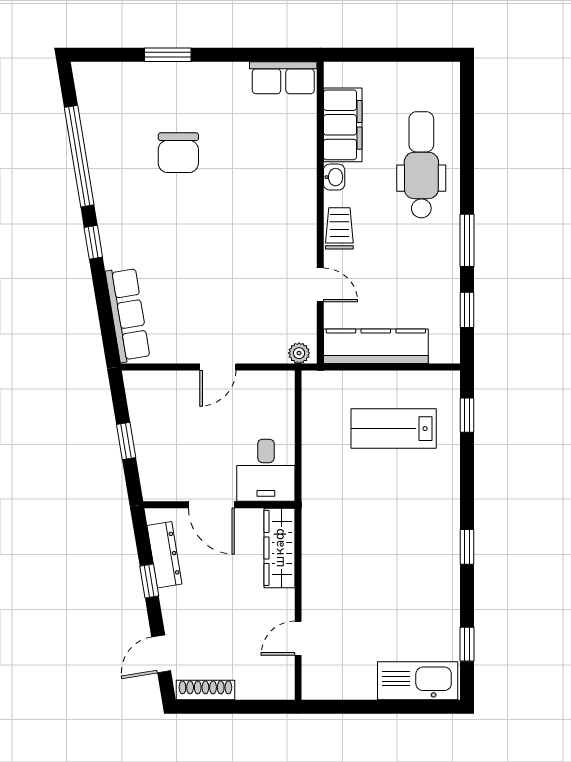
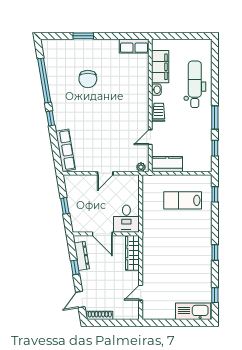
door: (320, 285) -> (150, 137), swing flipped
kitchen counter: (376, 346) -> (167, 164), width x0.67

